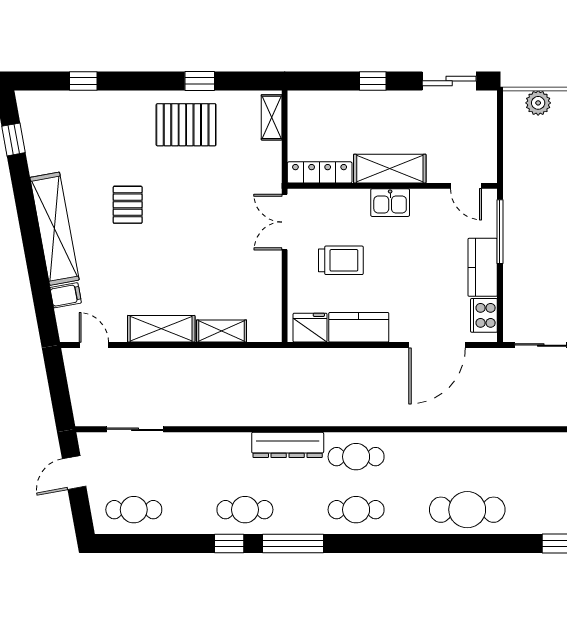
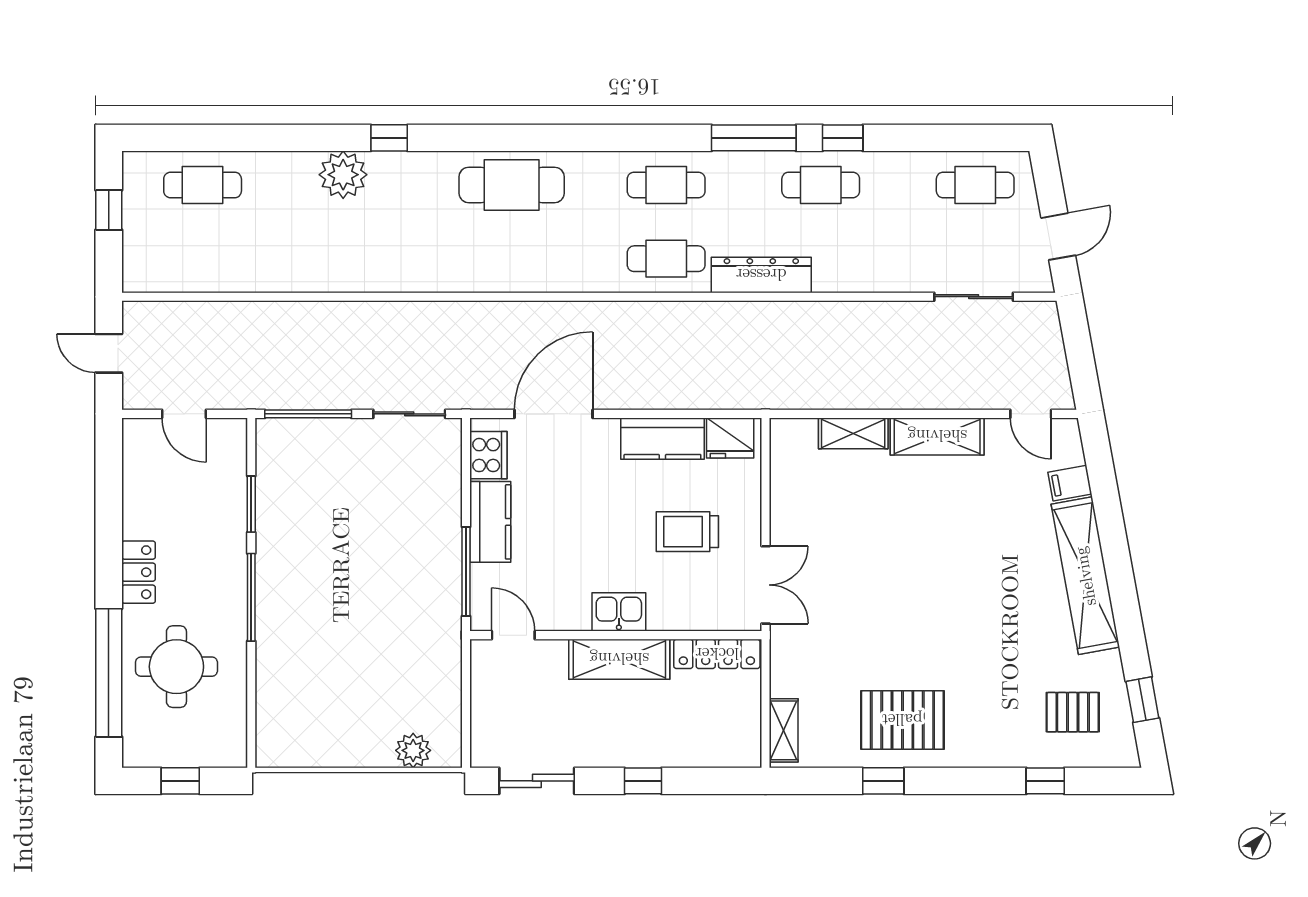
pallet: (128, 205) -> (1073, 712), moved, turned 90

